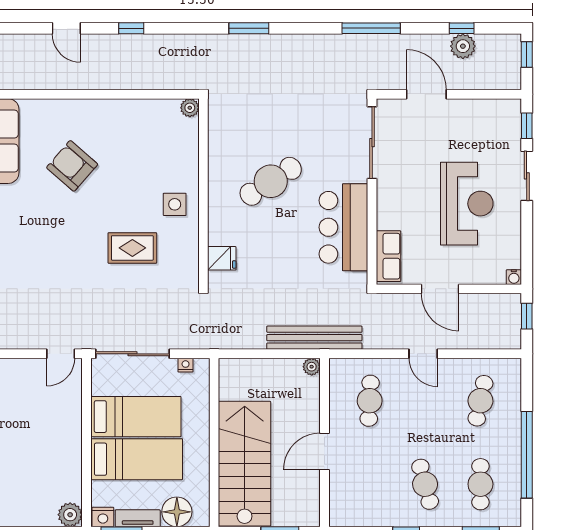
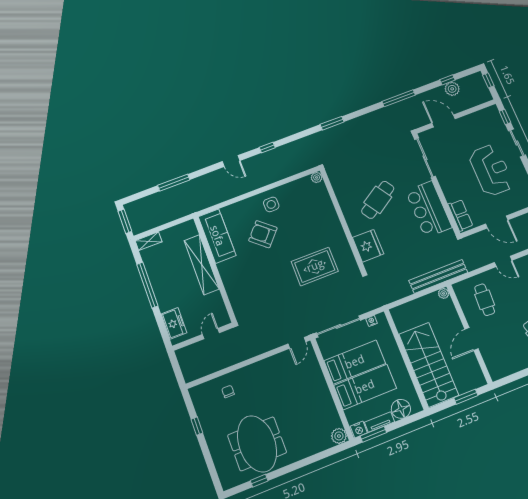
side table: (175, 204) -> (271, 204), moved
rug: (132, 248) -> (315, 266), width x1.36, depth x1.43
fridge: (222, 258) -> (368, 246), width x1.88, depth x1.34

